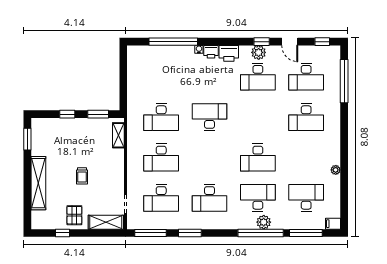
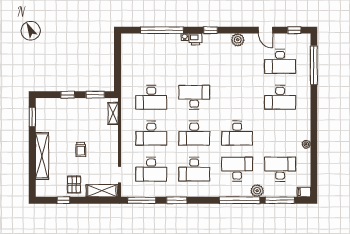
window: (262, 42) -> (210, 30), moved
printer: (229, 53) -> (211, 41), removed
desk: (258, 77) -> (194, 133), moved
plant: (264, 222) -> (257, 191), moved

